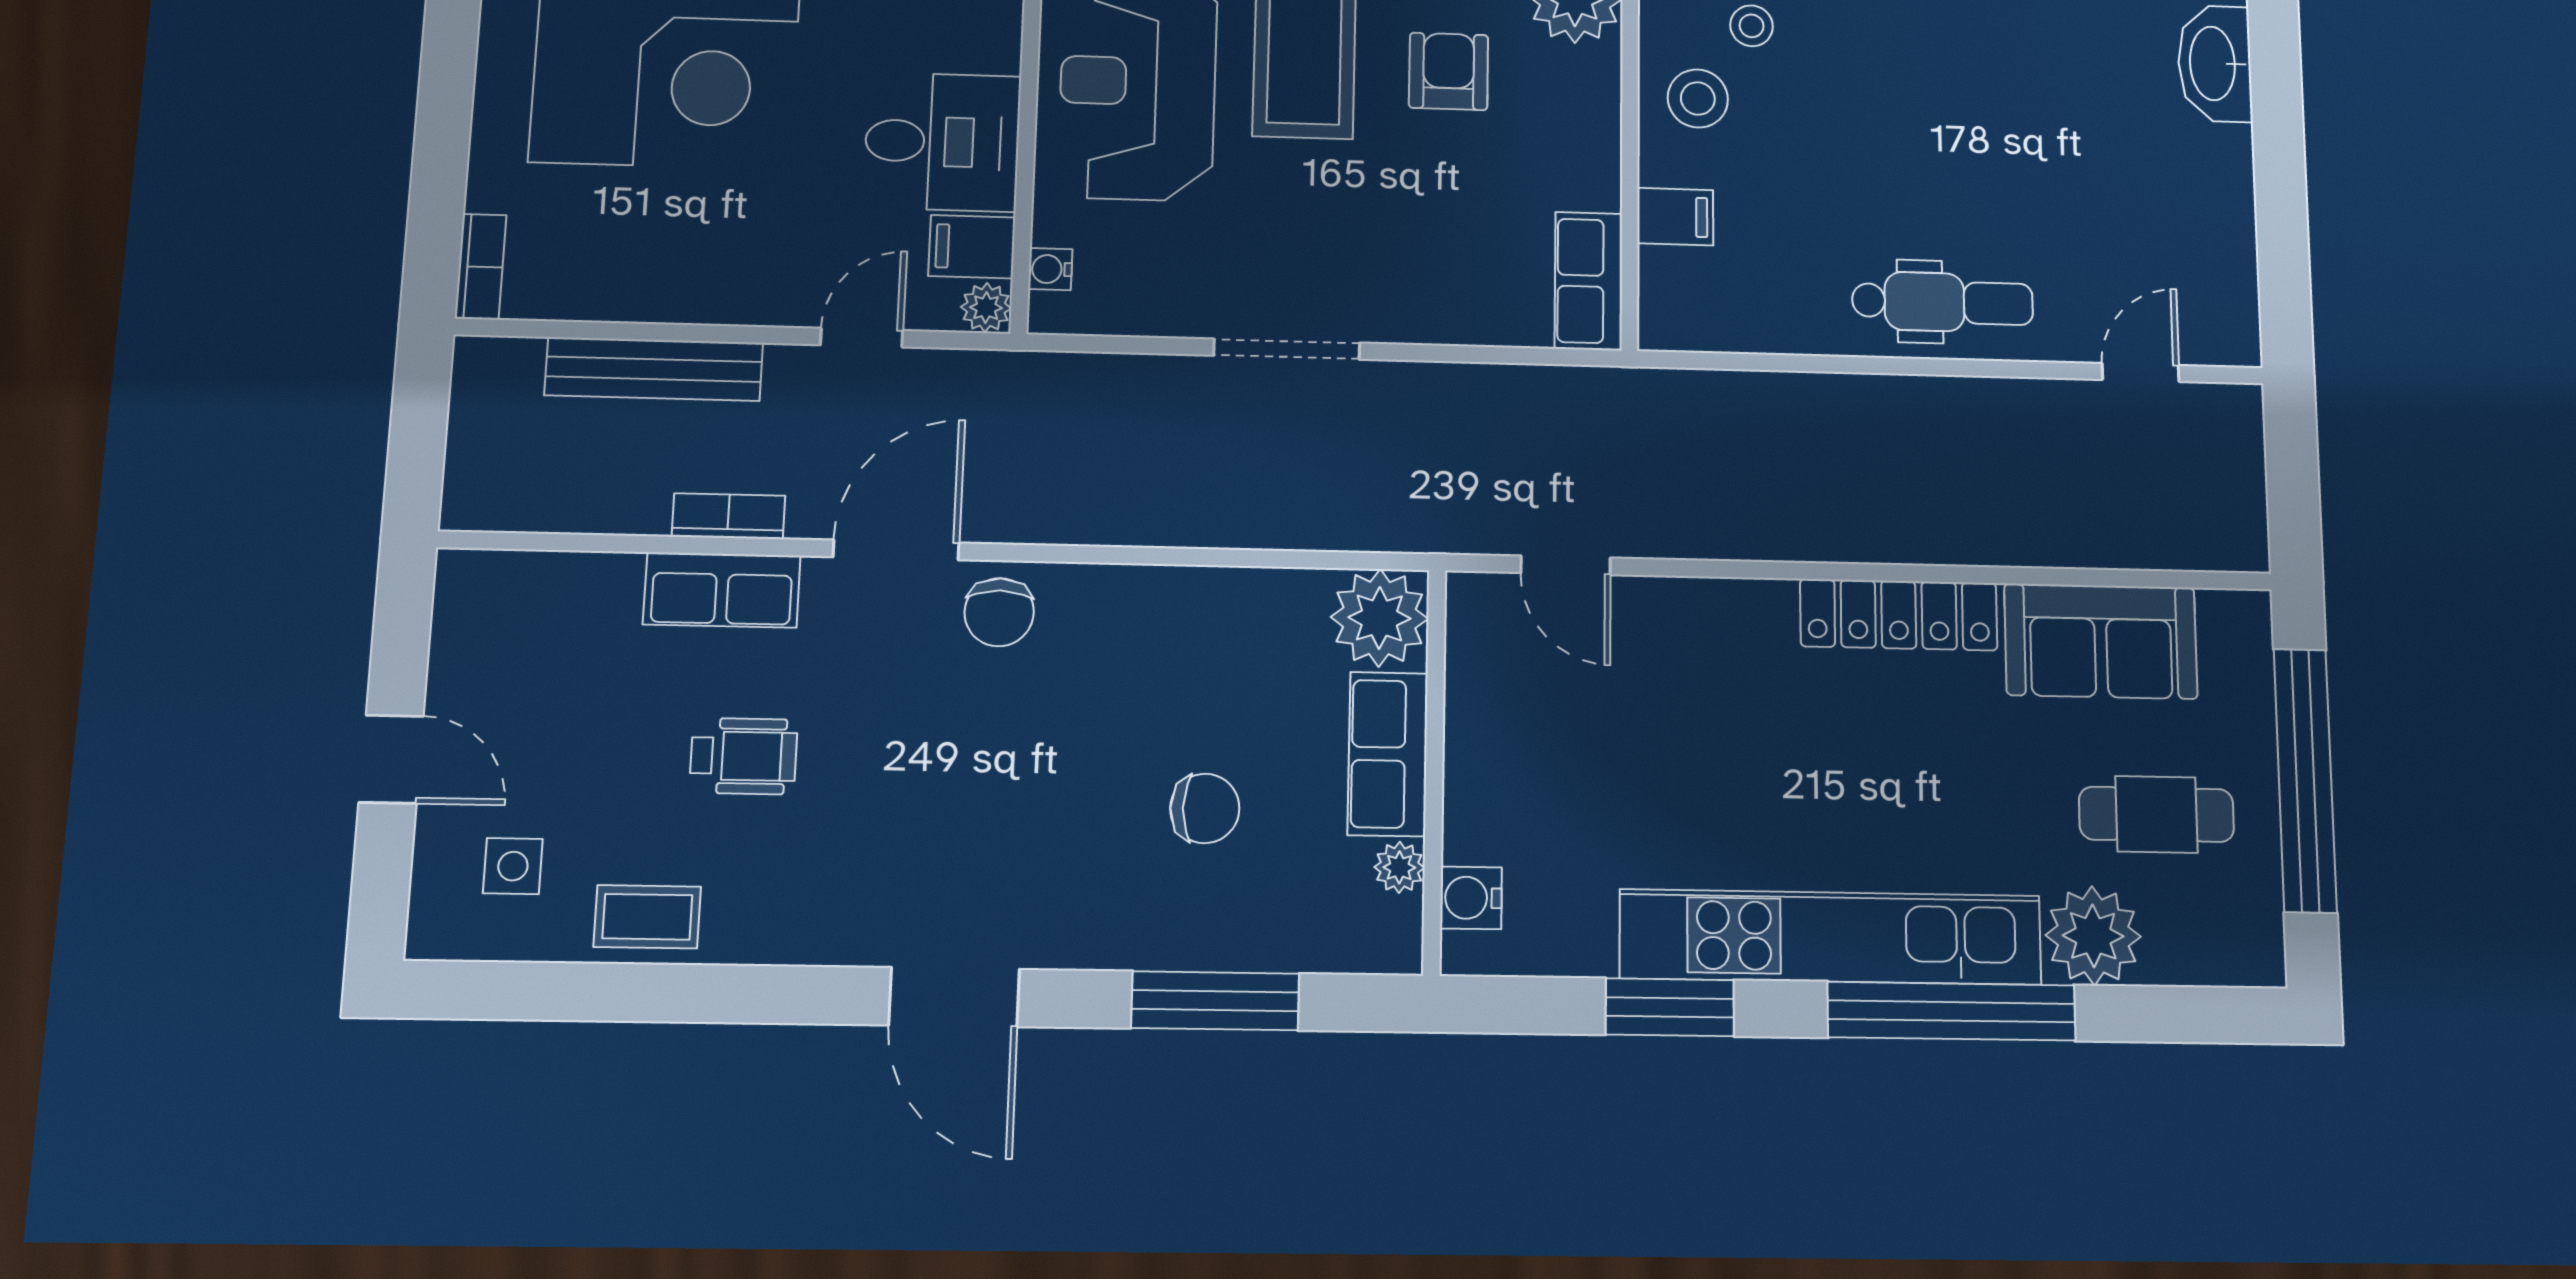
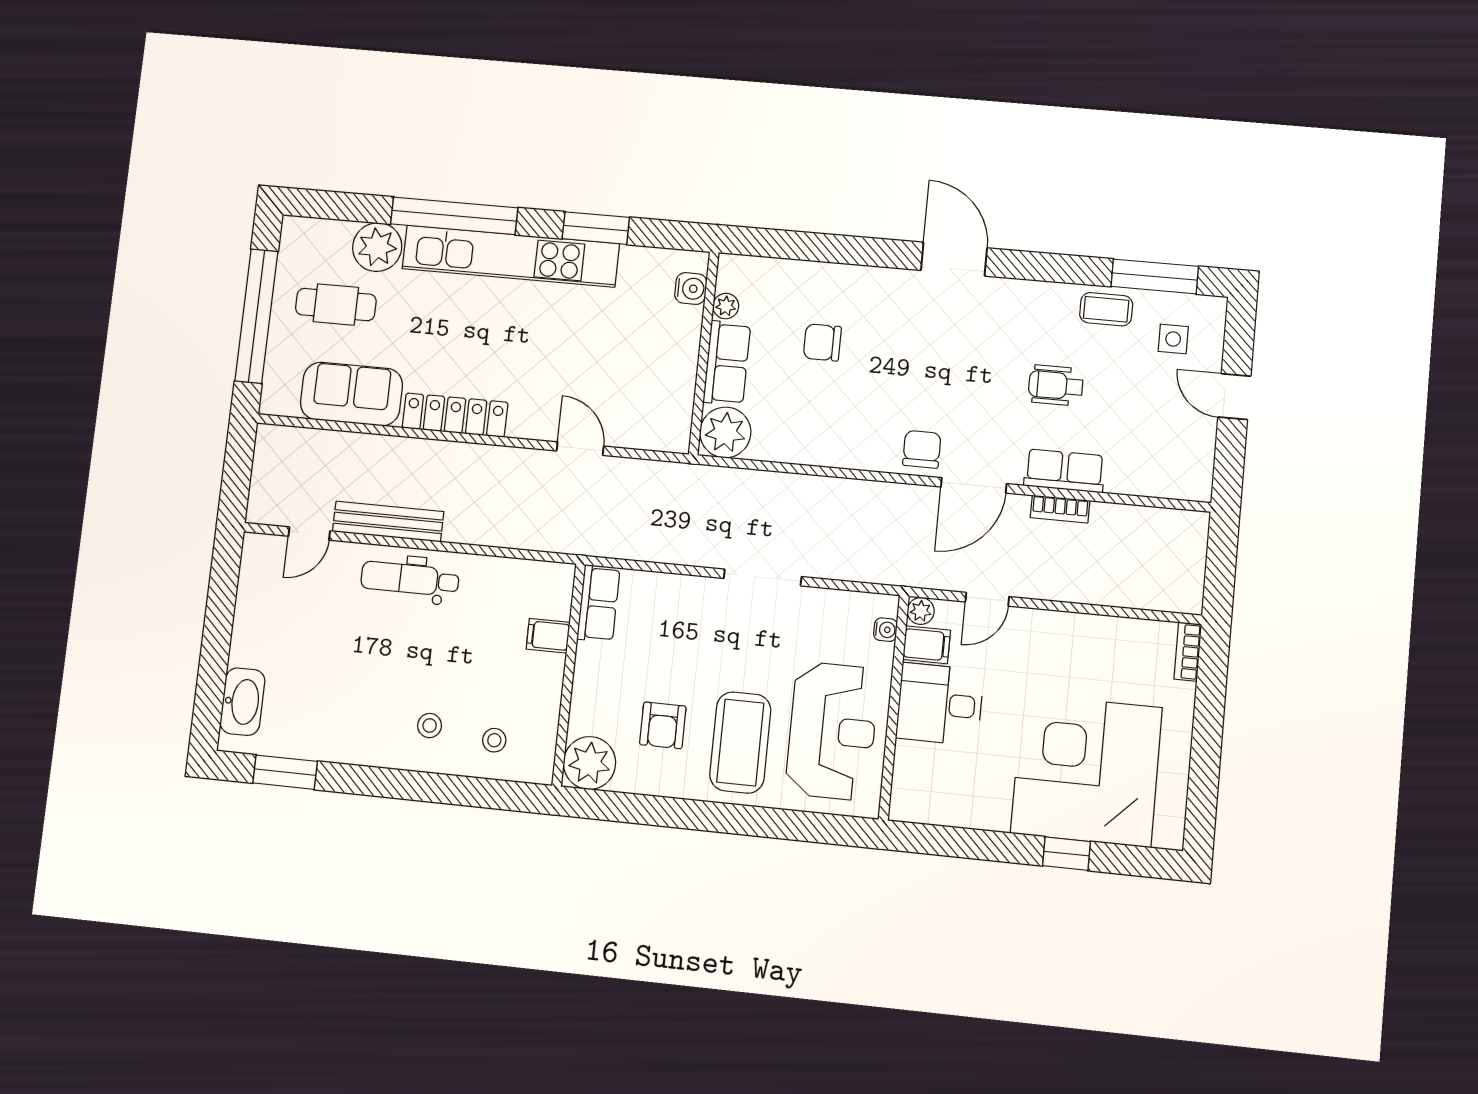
stool: (1698, 98) -> (430, 726), moved, width x0.73, depth x0.73
bench: (654, 369) -> (388, 522), moved
door: (1566, 565) -> (580, 449), moved
window: (1215, 1001) -> (1155, 276), moved

